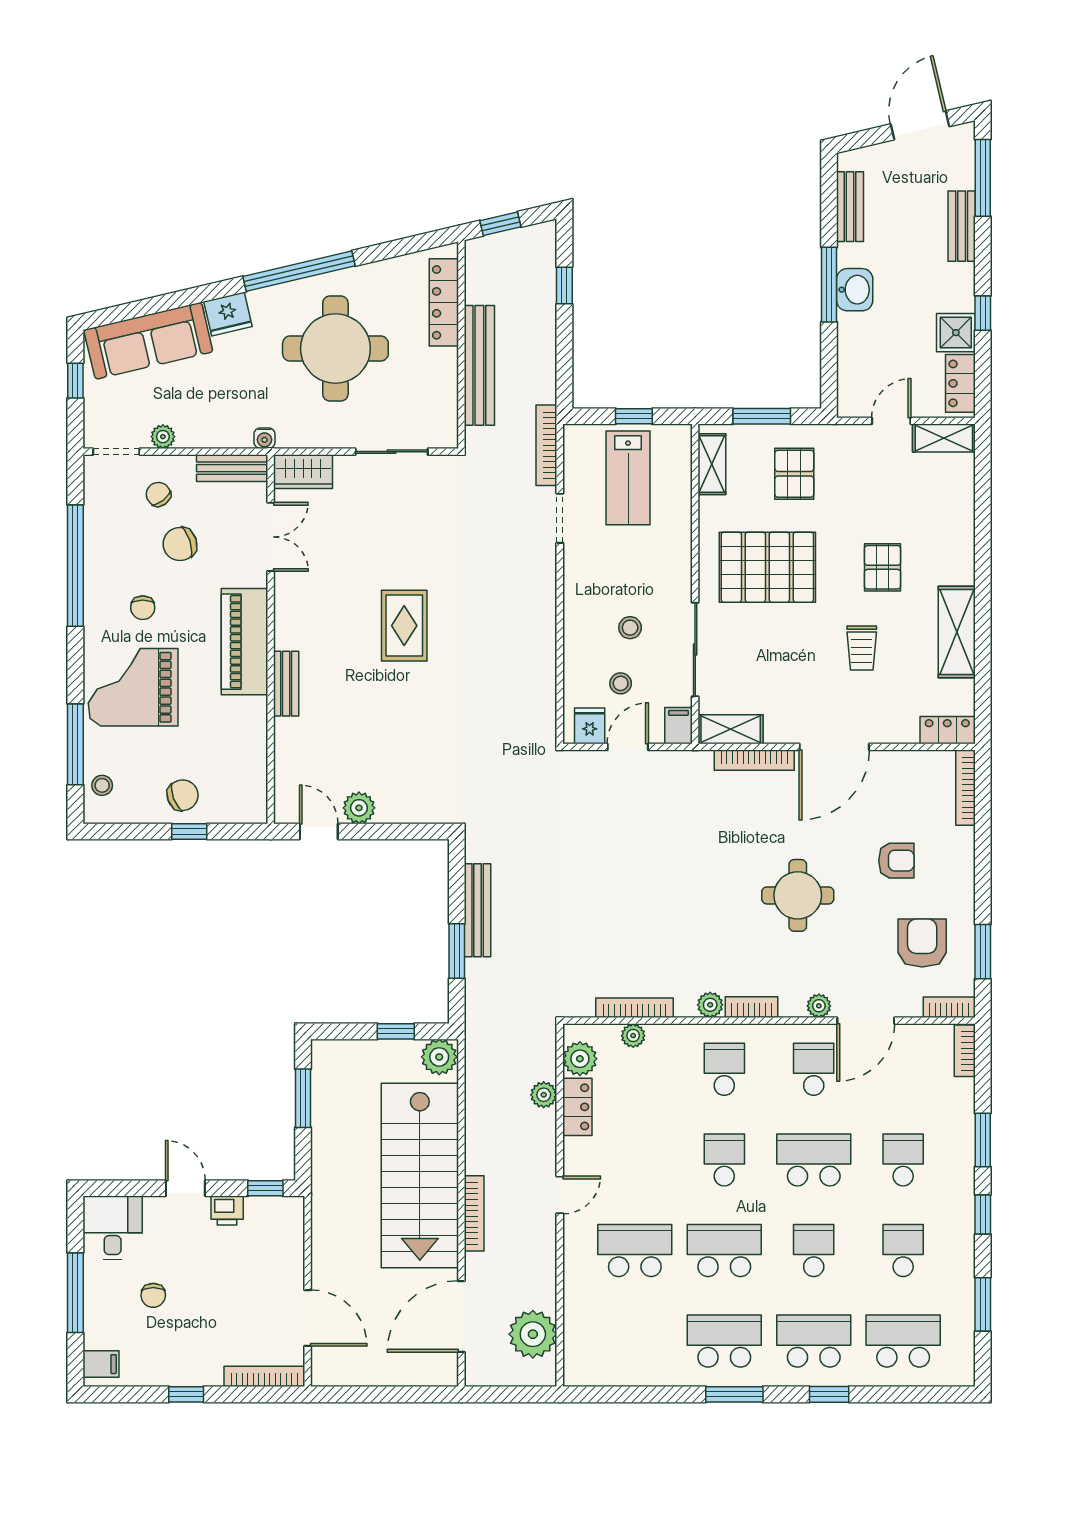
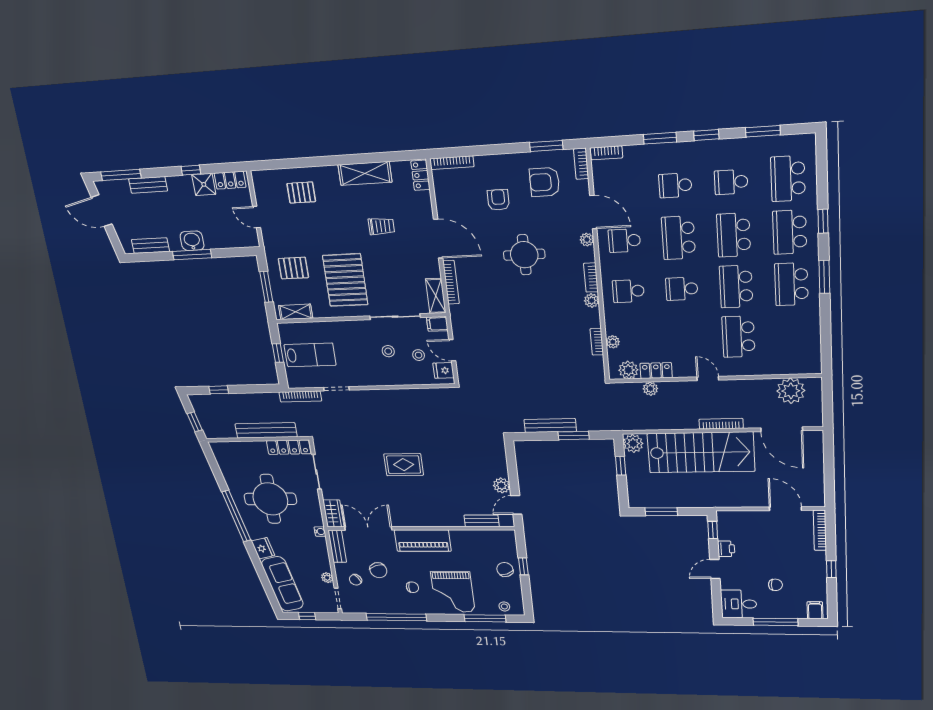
locker: (444, 302) -> (289, 447), moved
shelving: (944, 438) -> (261, 187), removed
double door: (271, 537) -> (368, 529), width x1.37
pallet: (882, 567) -> (301, 193), moved
bench: (286, 684) -> (482, 521), moved
bookcase: (634, 1008) -> (597, 342), width x0.64
school desk: (814, 1250) -> (734, 235), width x1.85
door: (308, 1318) -> (785, 509), hinge flipped

